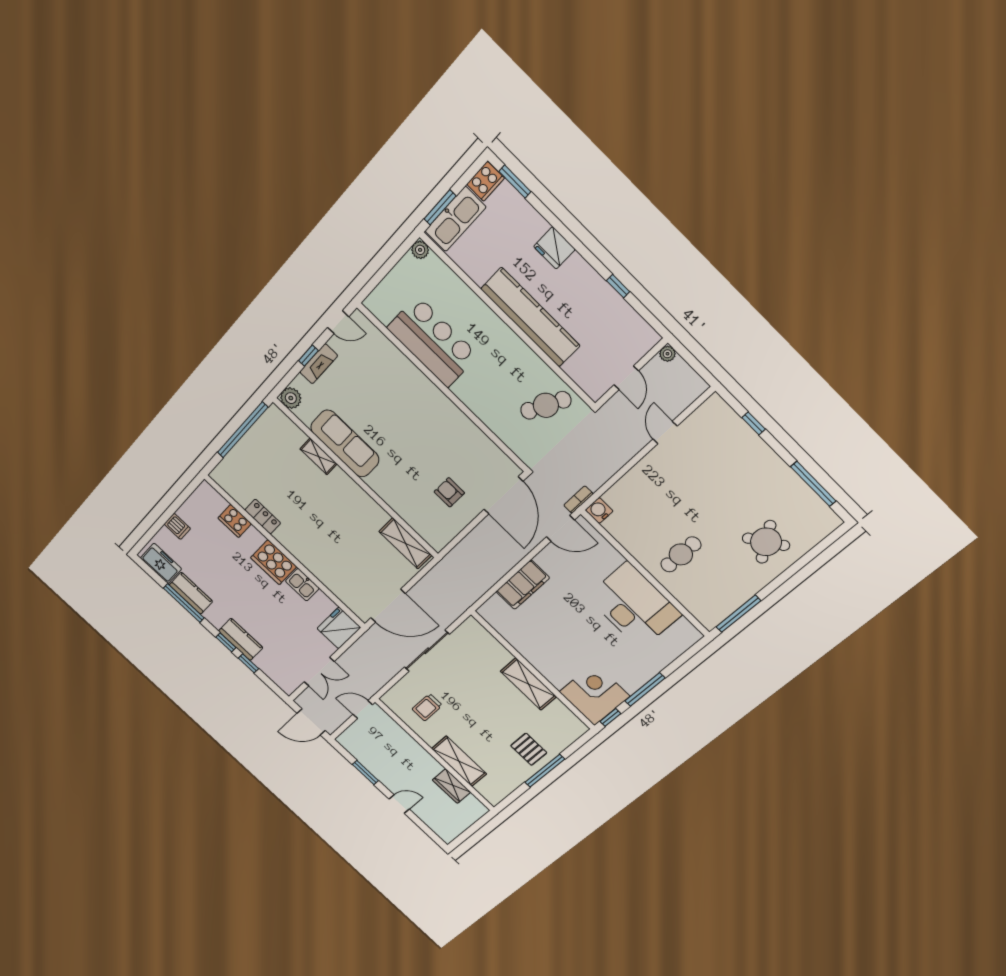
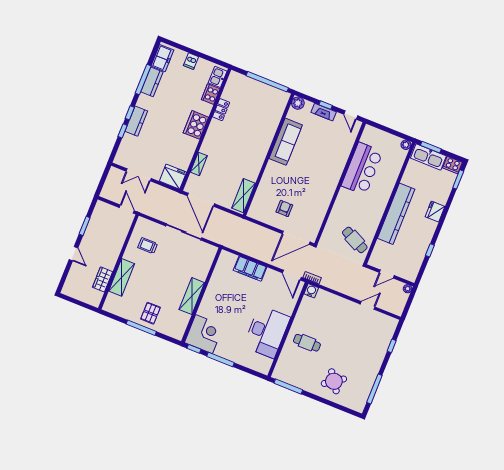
shelving: (319, 456) -> (199, 164), moved
kitchen sink: (302, 585) -> (218, 77), moved
door: (311, 722) -> (102, 182), removed

